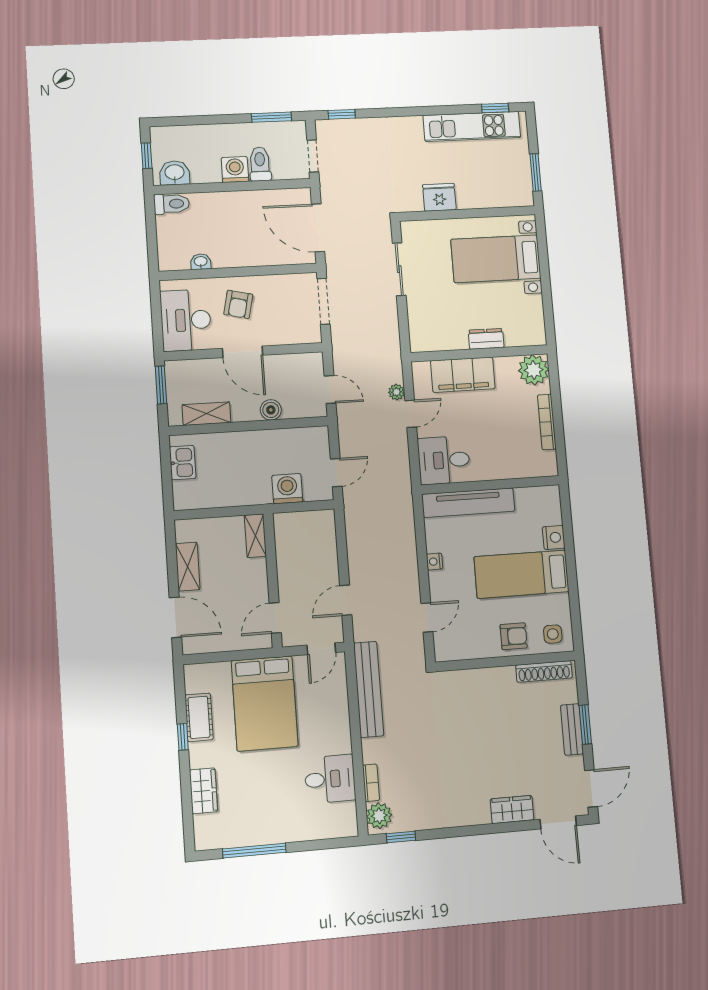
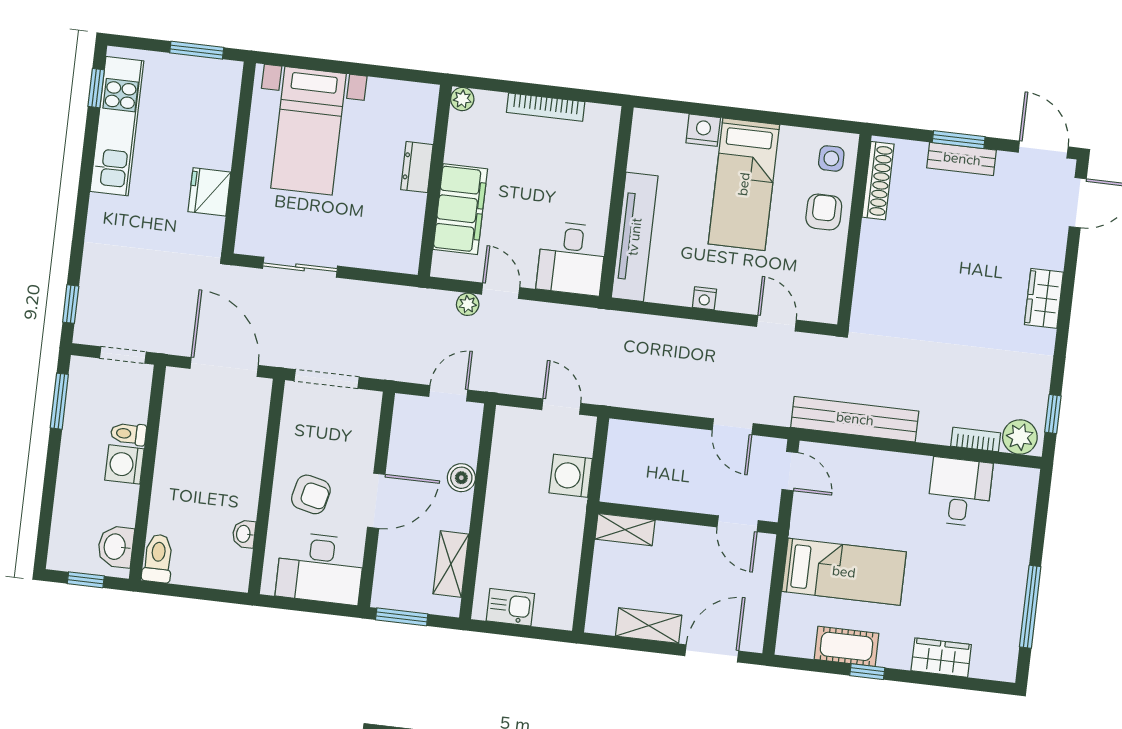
toilet: (260, 164) -> (128, 434), width x0.73, depth x0.72
door: (318, 228) -> (224, 367), swing flipped
plant: (534, 370) -> (462, 99), width x0.53, depth x0.53
bed: (265, 703) -> (844, 572), width x0.67
wardrobe: (512, 809) -> (1044, 298), moved

